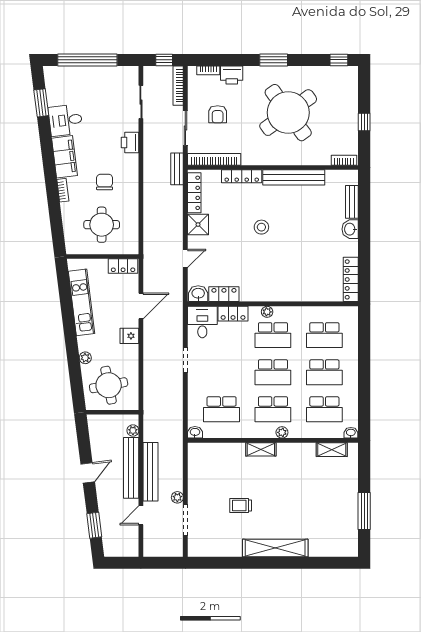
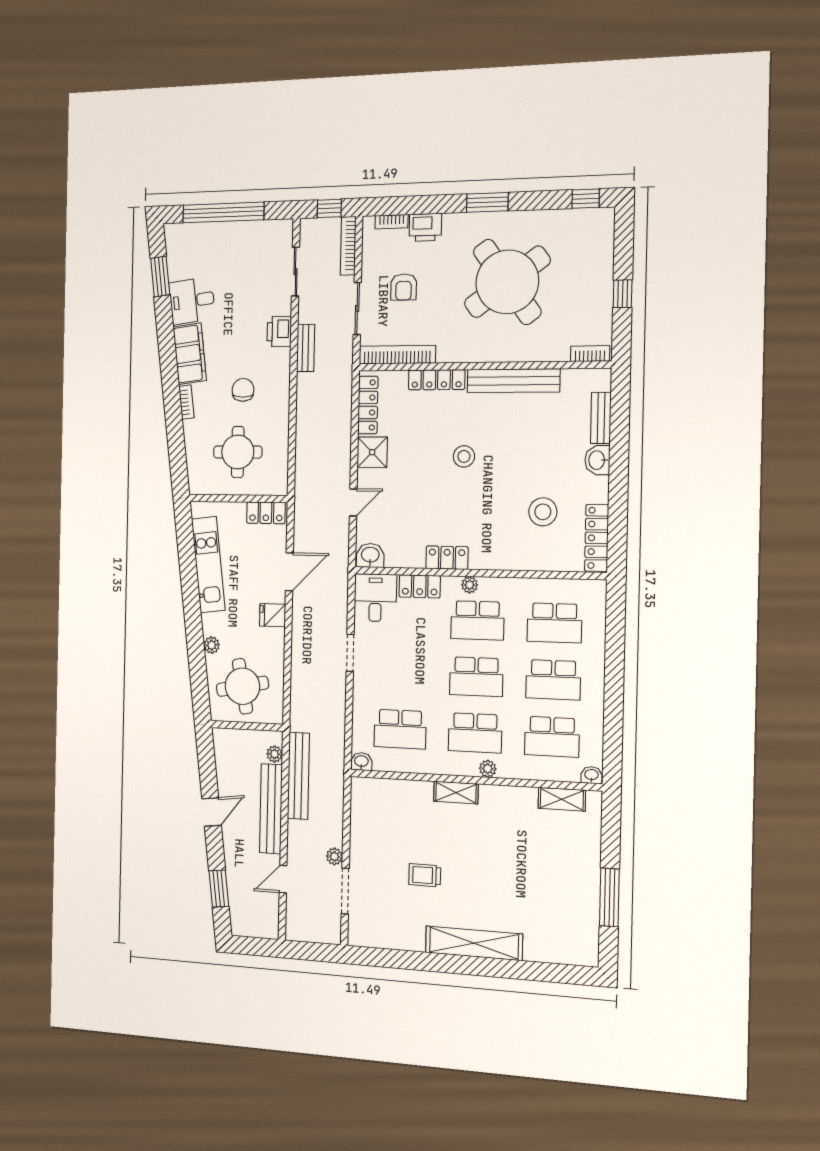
bench: (177, 169) -> (306, 348), moved
stool: (315, 263) -> (543, 512), added
locker: (224, 294) -> (447, 558), moved
bench: (150, 472) -> (298, 776), moved

